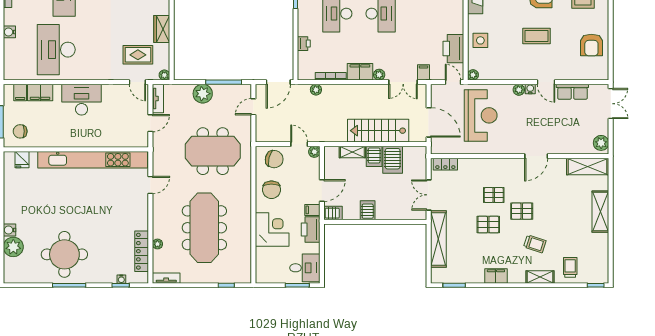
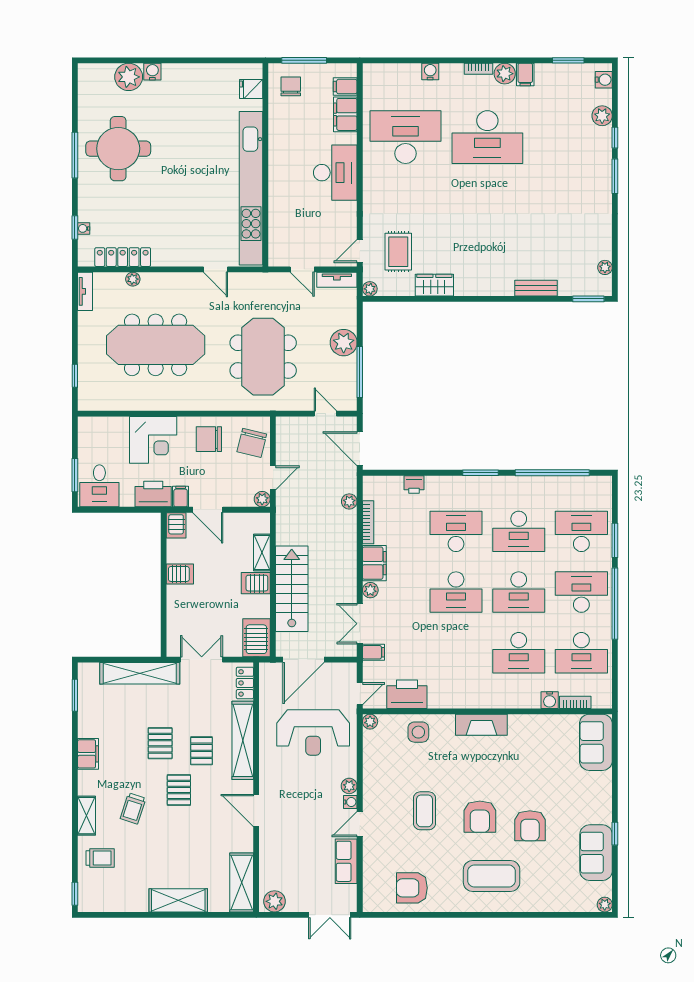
server rack: (393, 160) -> (256, 638), moved, turned 90
shelving: (486, 166) -> (243, 740), added

